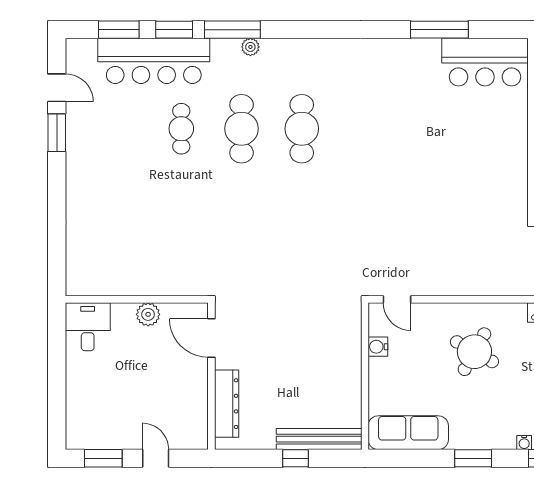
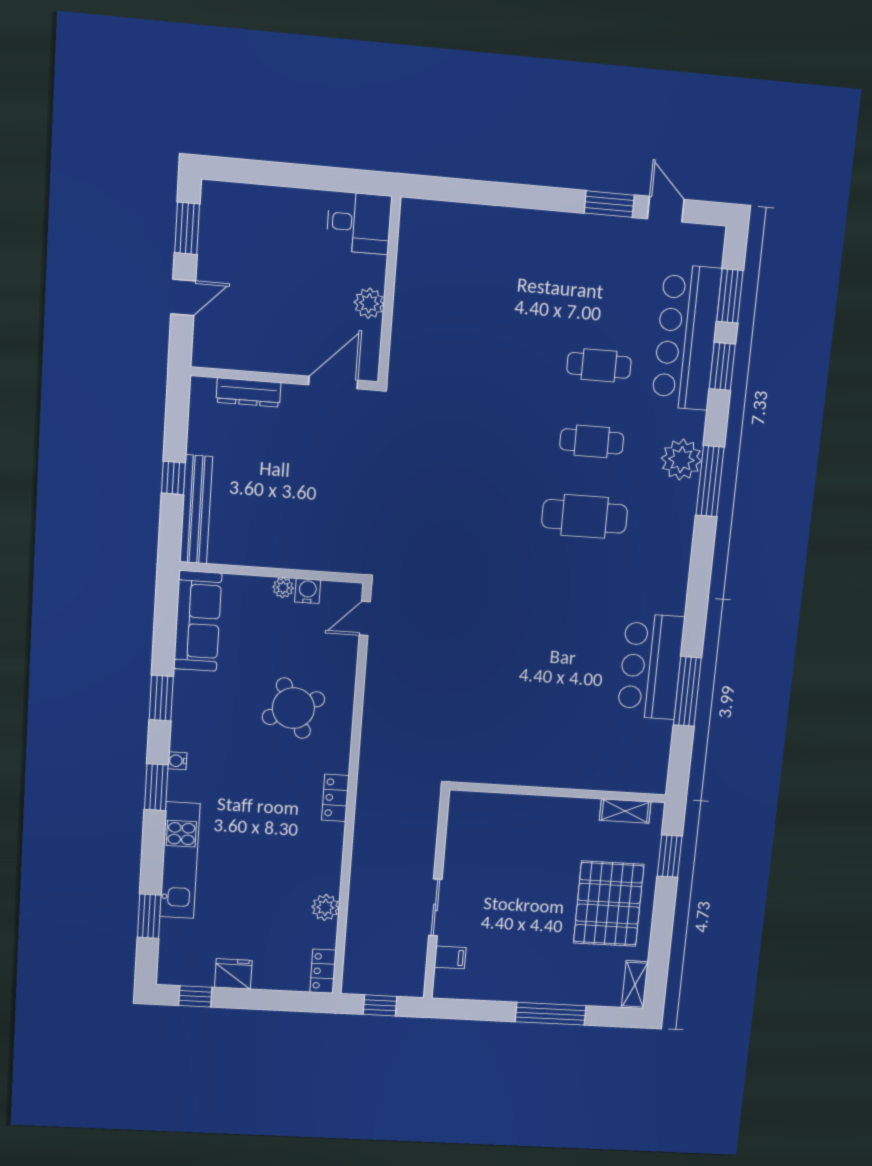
window: (232, 30) -> (710, 481), moved
plant: (250, 47) -> (681, 460), width x1.87, depth x1.87
bar counter: (485, 62) -> (651, 666), moved
door: (57, 88) -> (666, 209), swing flipped
cafe table: (242, 129) -> (592, 441), width x0.73, depth x0.74
round table: (474, 352) -> (293, 708), turned 36
plant: (377, 367) -> (283, 588), added
dresser: (227, 404) -> (248, 392), width x0.73, depth x0.80

